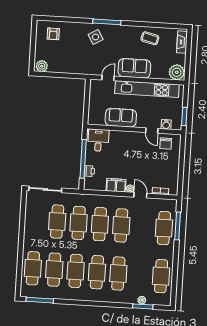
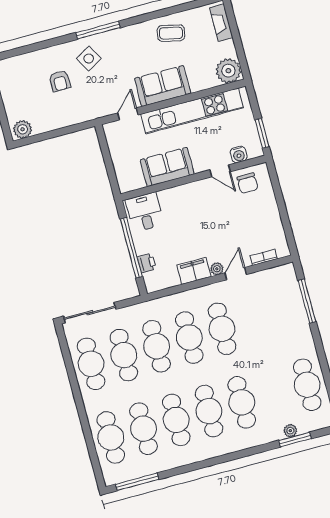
armchair: (53, 34) -> (60, 81), moved
door: (140, 195) -> (236, 274), hinge flipped
cafe table: (164, 228) -> (91, 364), moved

